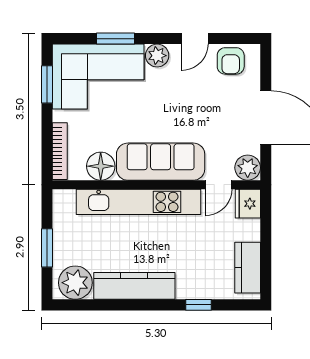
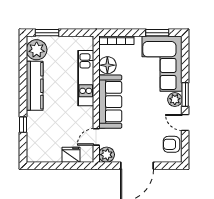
window: (115, 39) -> (185, 95), moved
door: (218, 185) -> (96, 137), hinge flipped
kitchen unit: (138, 202) -> (86, 78), width x0.73
fridge: (248, 204) -> (71, 155), moved
window: (47, 248) -> (47, 33), moved
kitchen counter: (248, 268) -> (46, 155), removed

